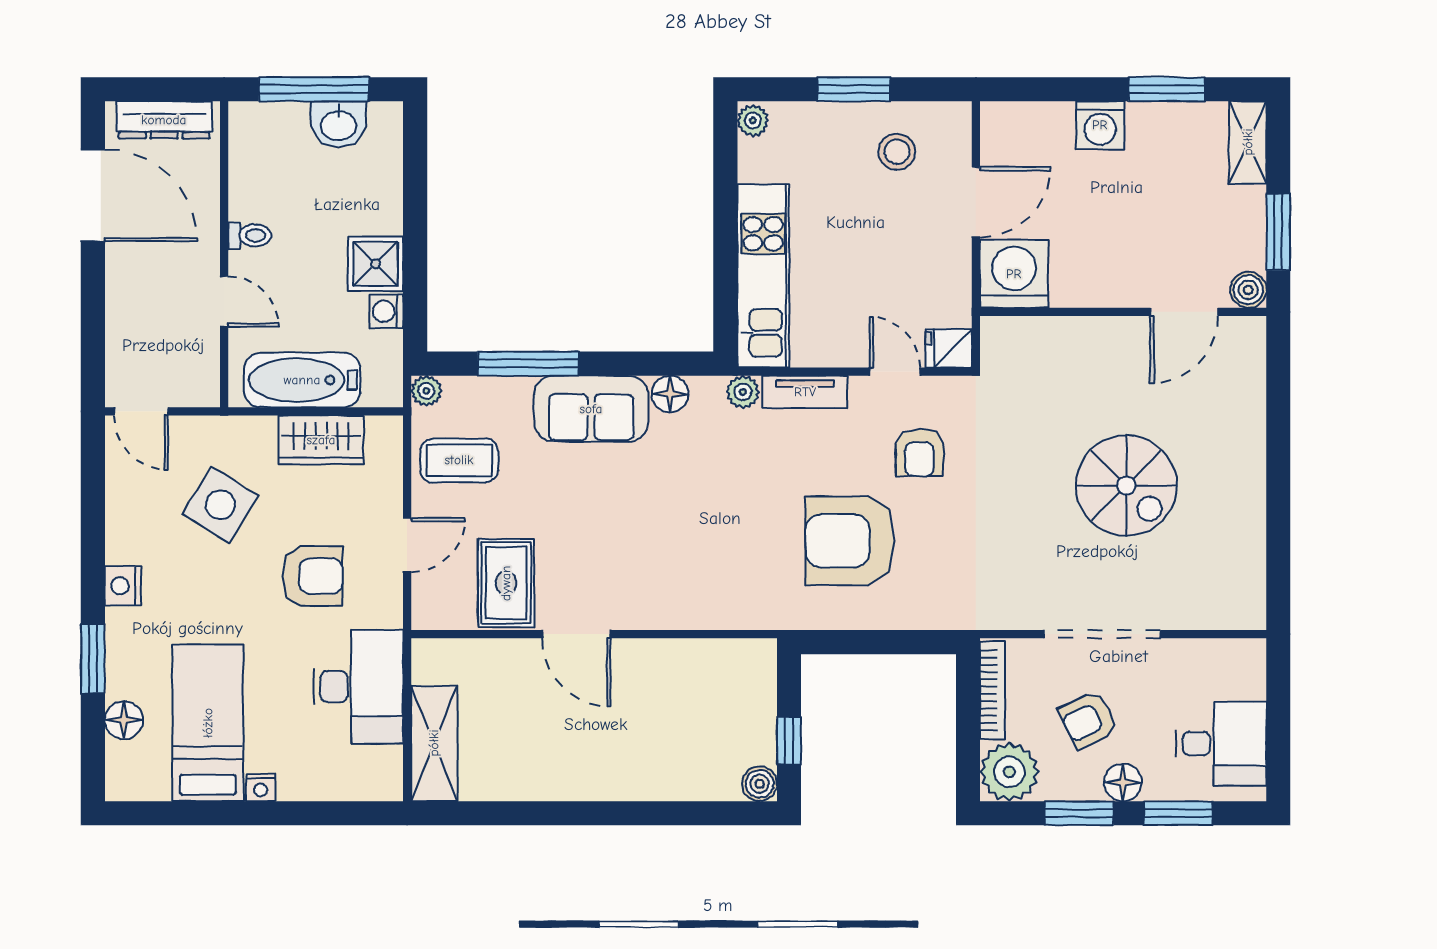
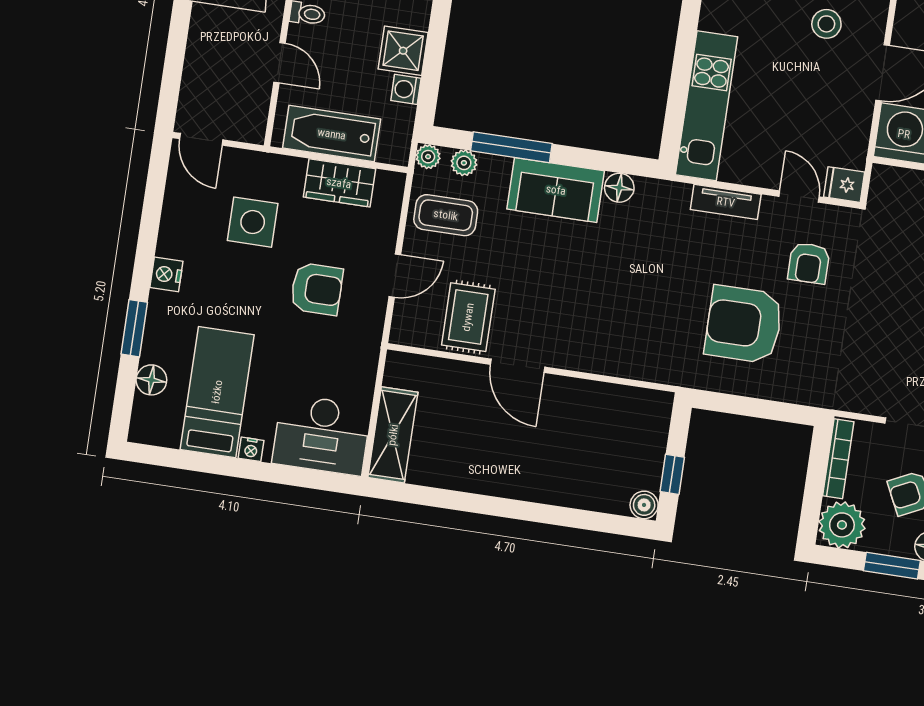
plant: (743, 392) -> (464, 163), moved
side table: (220, 505) -> (253, 222), turned -32
desk: (358, 687) -> (322, 435), moved, turned 90

